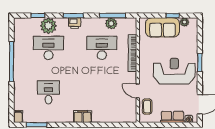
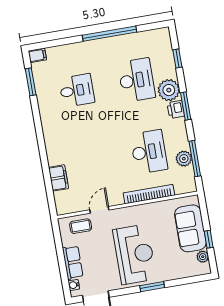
plant: (48, 26) -> (169, 90), moved
filing cabinet: (83, 117) -> (58, 178), moved

